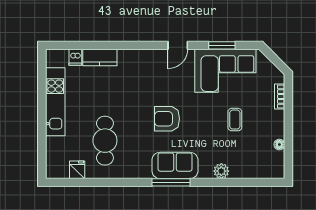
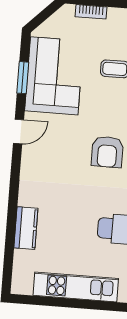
door: (178, 45) -> (18, 132), hinge flipped
dishwasher: (75, 57) -> (23, 258), removed

